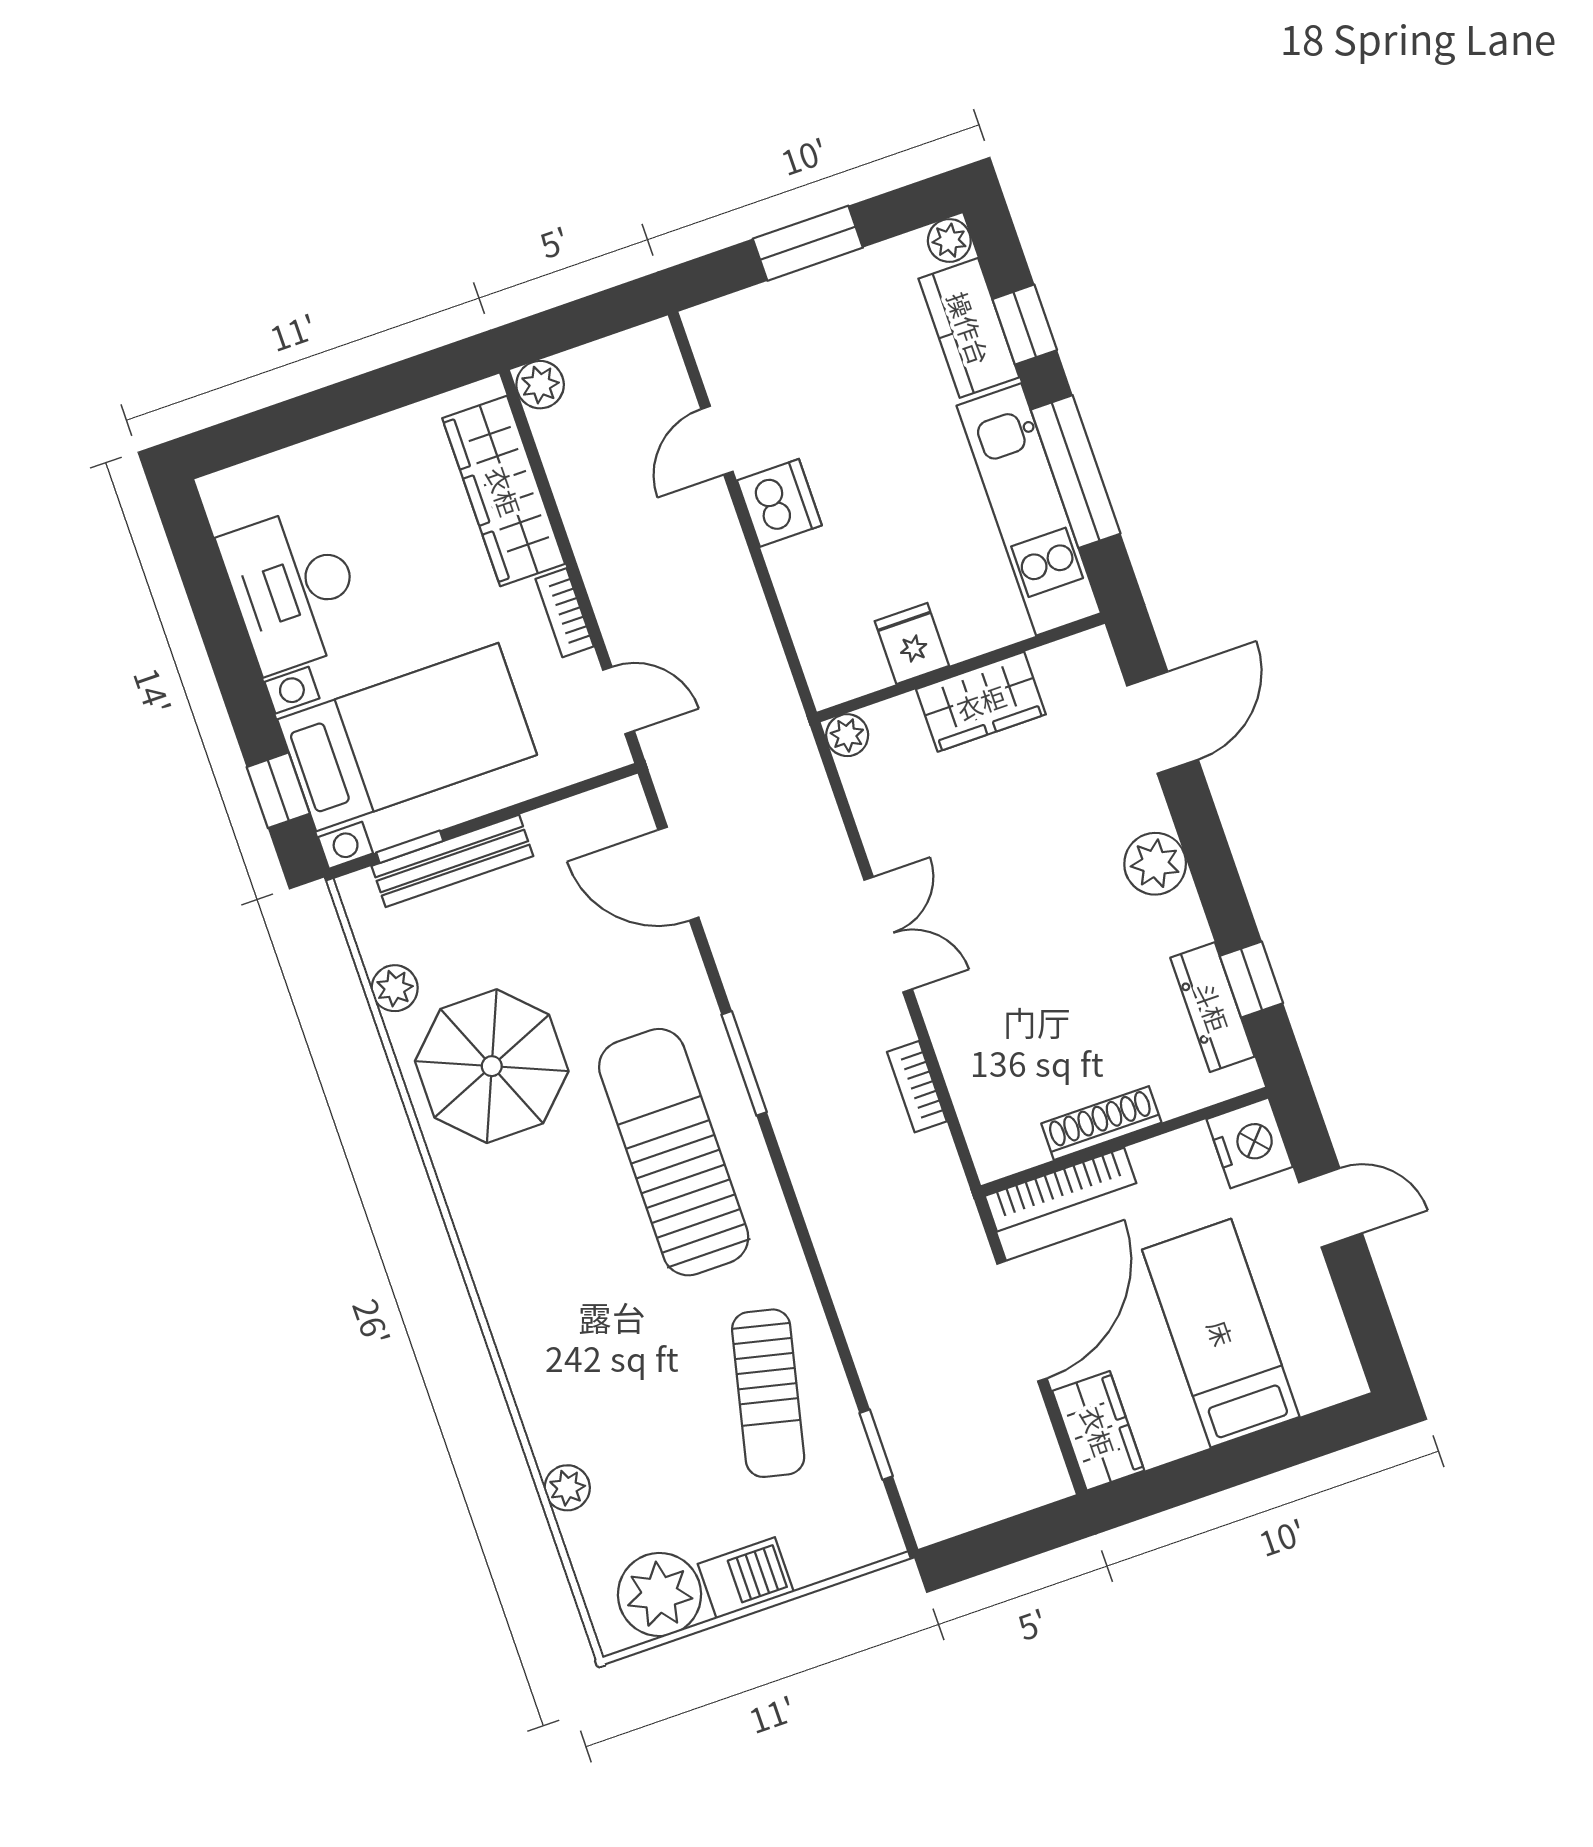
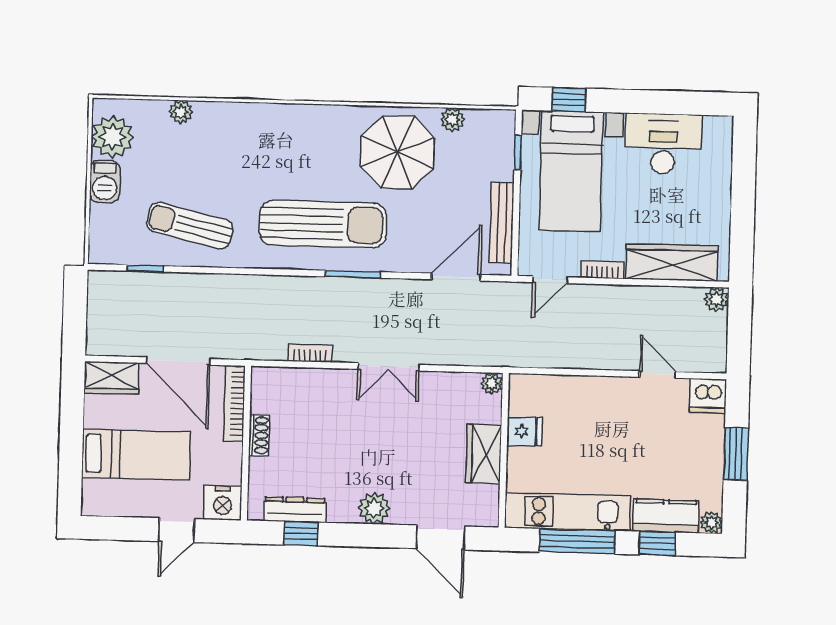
dishwasher: (779, 503) -> (708, 396), moved
bench: (452, 861) -> (502, 223), moved
shoe rack: (1101, 1123) -> (259, 435), width x0.70

